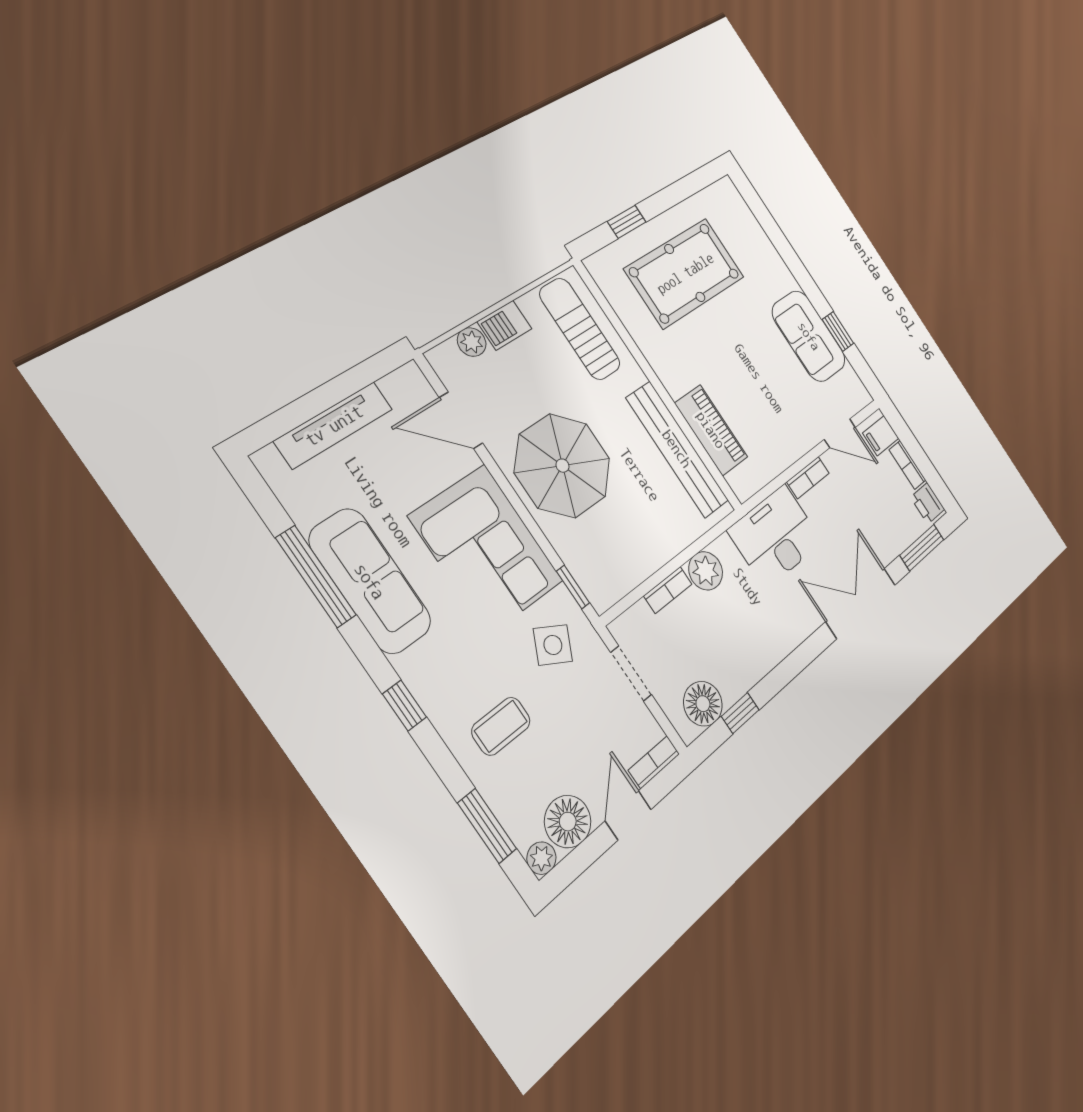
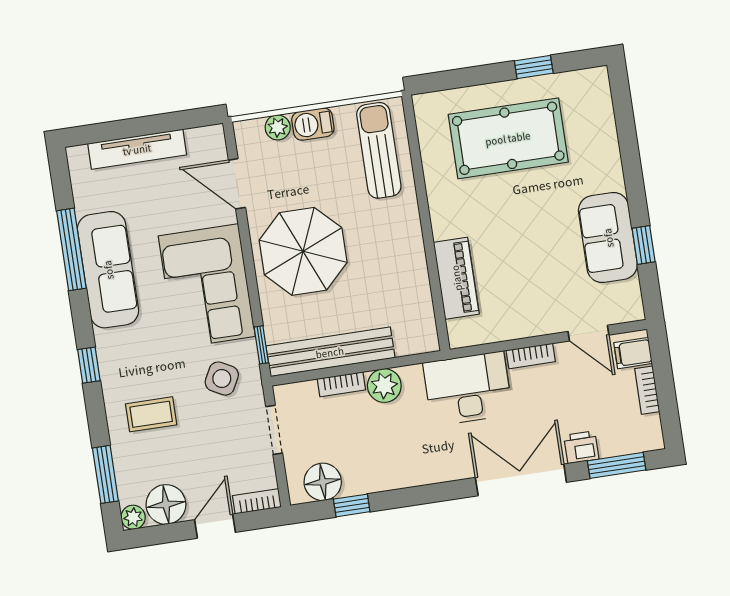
window: (627, 222) -> (534, 67), moved
bench: (677, 449) -> (330, 352), moved, turned 90
printer: (928, 503) -> (581, 447), moved, turned 90

